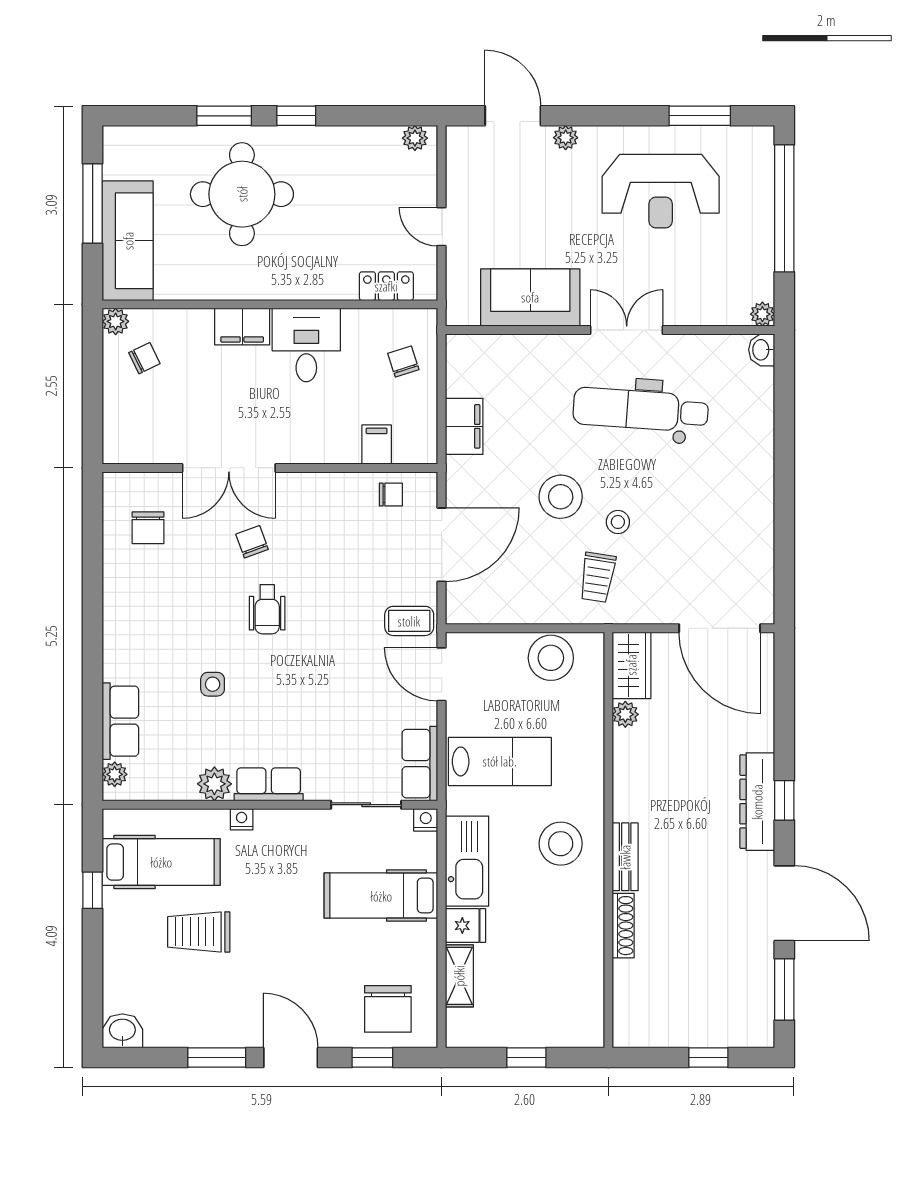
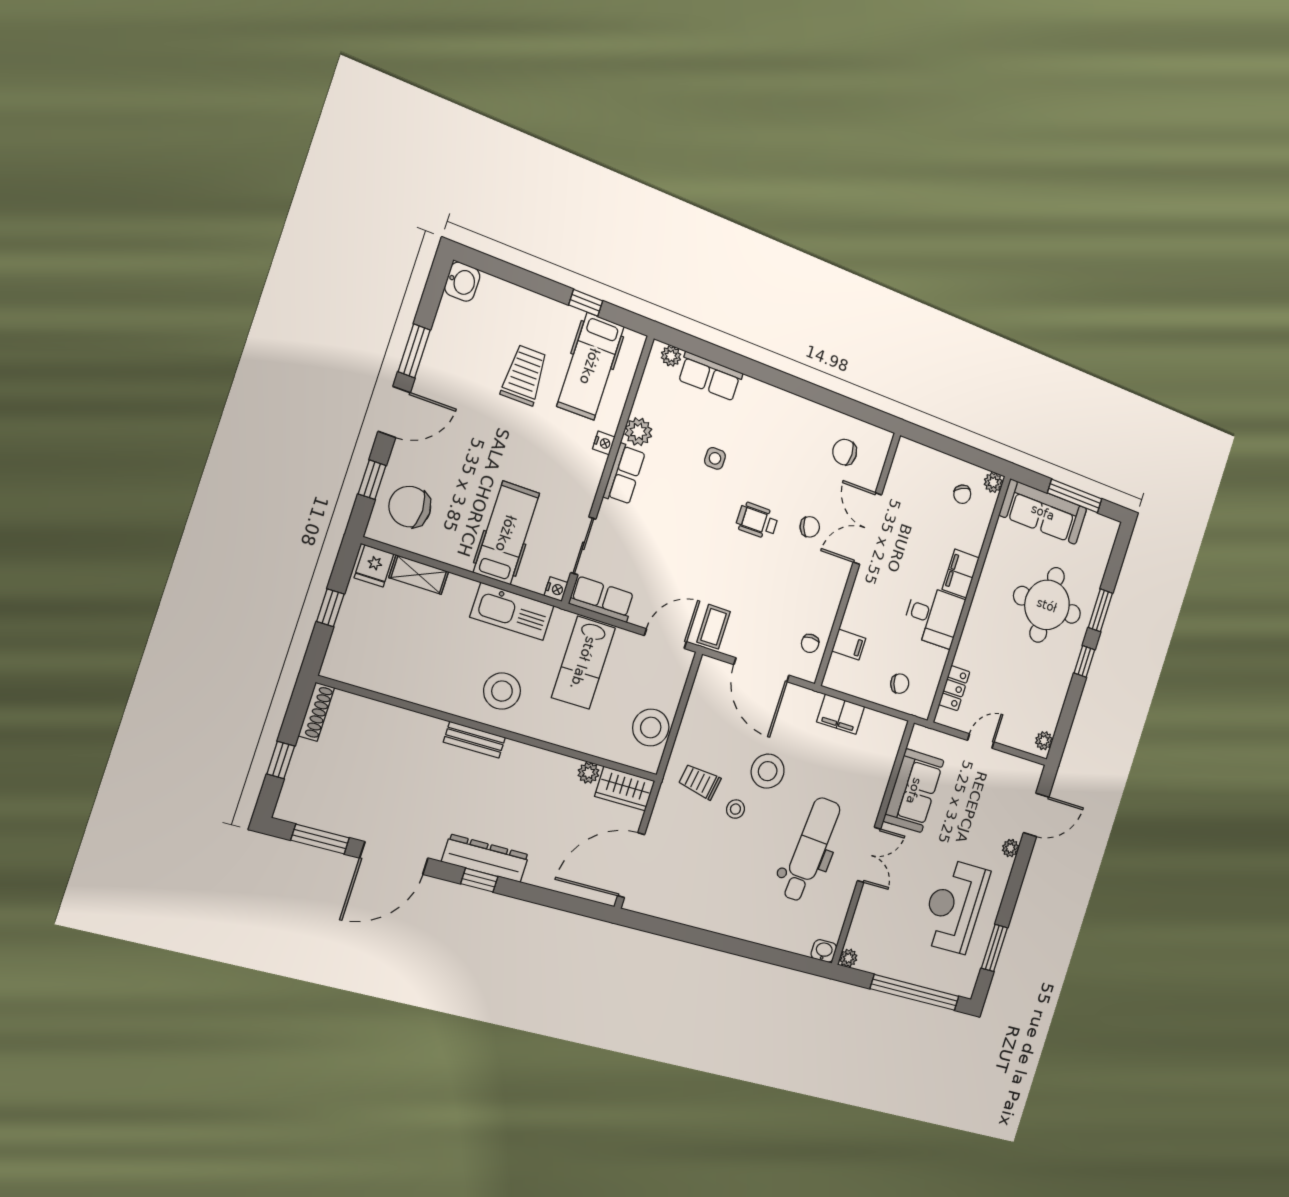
fridge: (465, 926) -> (374, 566), moved
shoe rack: (623, 926) -> (316, 712), moved, turned -90

